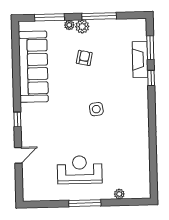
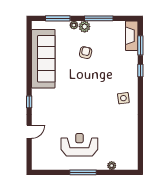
fireplace: (140, 59) -> (132, 36), moved
side table: (96, 109) -> (123, 98), moved

